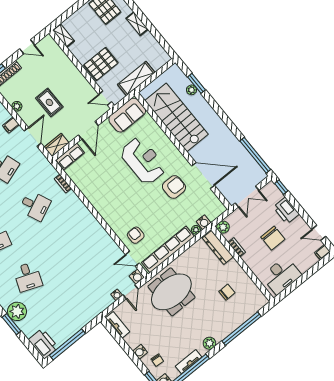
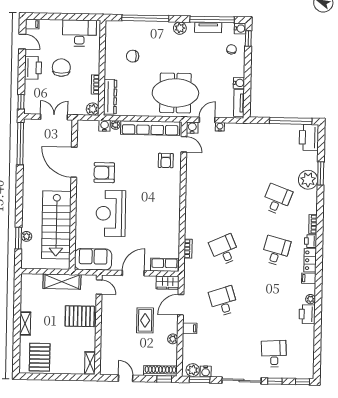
printer: (286, 211) -> (33, 68), moved
water cooler: (140, 352) -> (239, 83), moved

